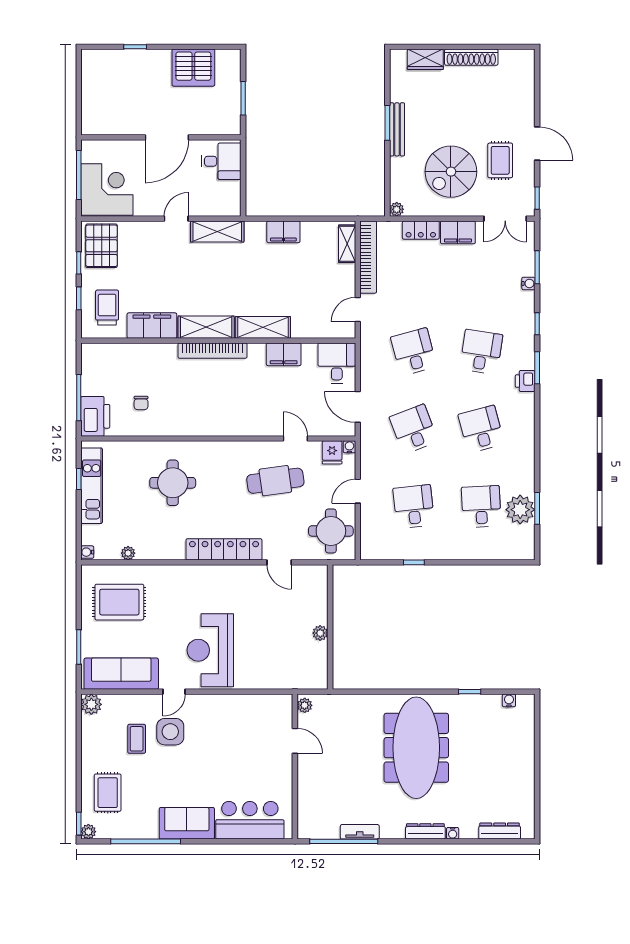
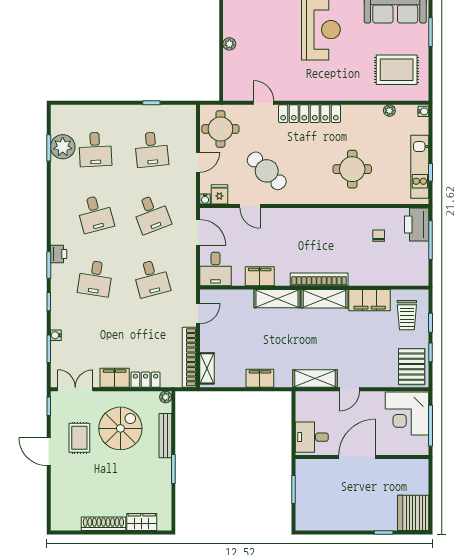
server rack: (193, 68) -> (413, 513), moved, turned -90
bench: (397, 129) -> (165, 436), moved
cafe table: (275, 481) -> (267, 171), turned 52

